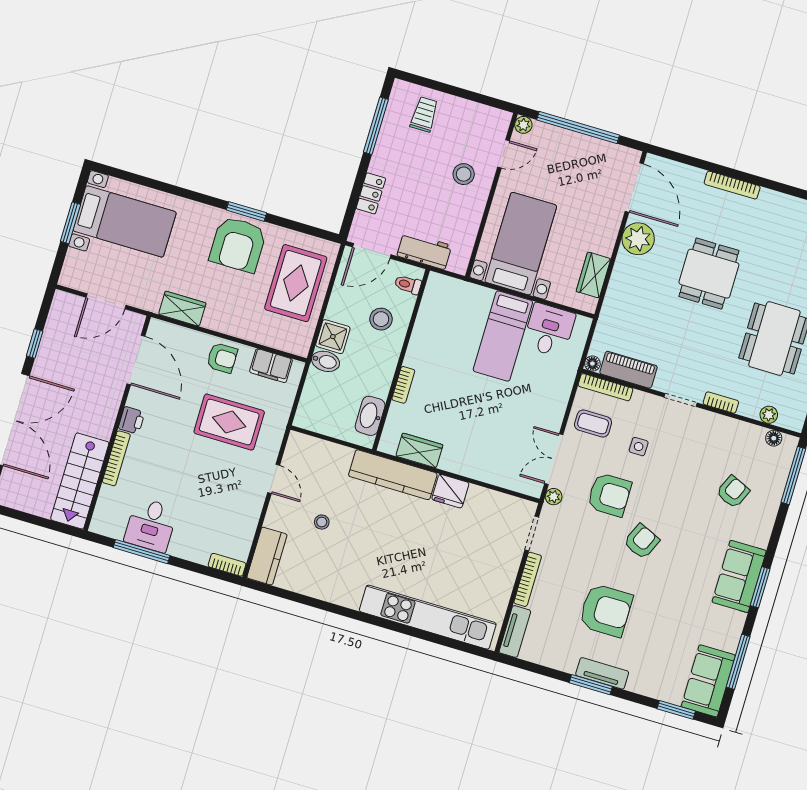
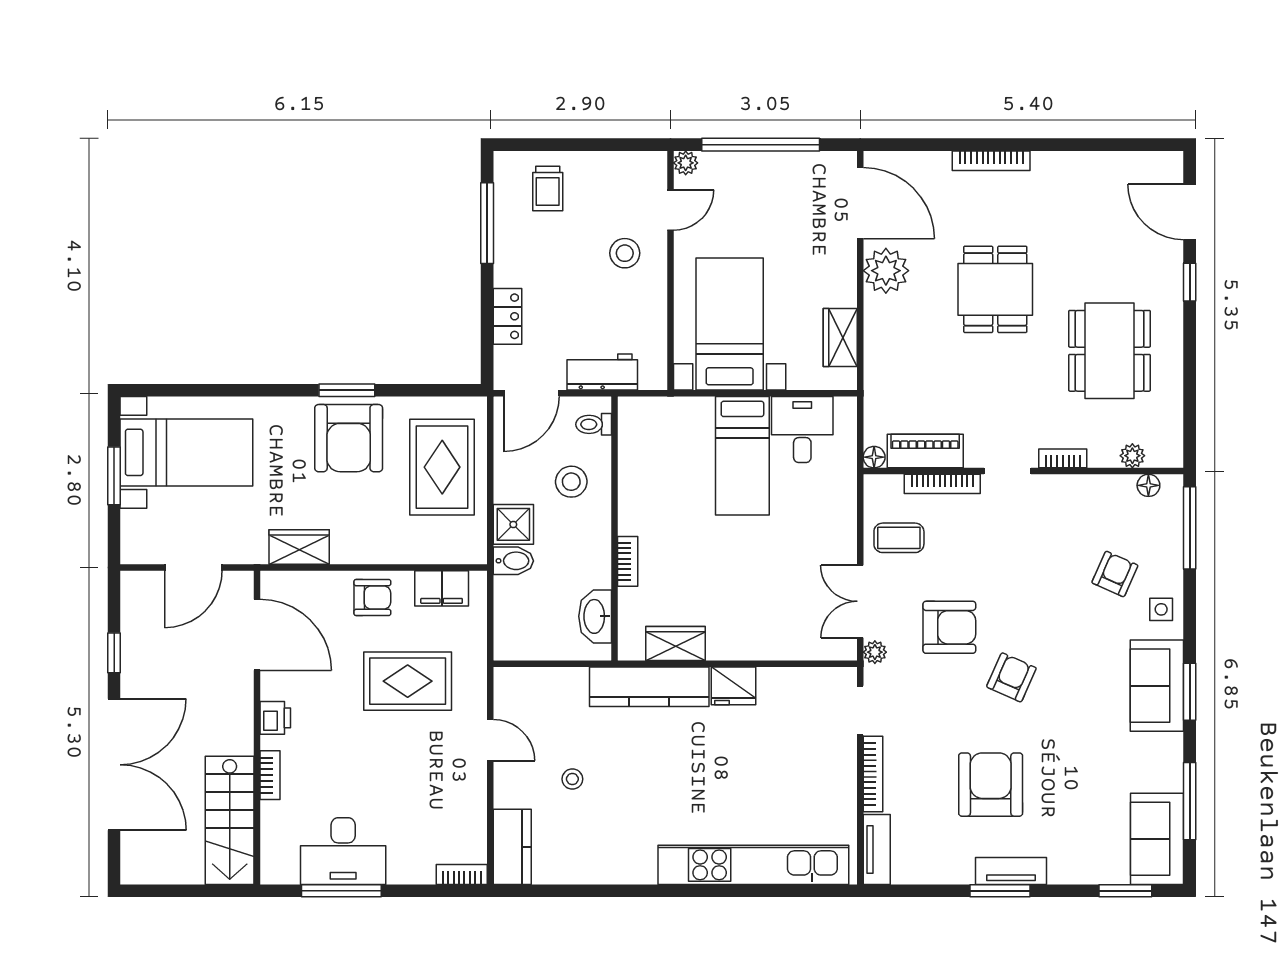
trolley: (424, 114) -> (548, 188), turned 180
bookcase: (605, 387) -> (942, 484), moved
side table: (639, 447) -> (1161, 609), moved
bookcase: (116, 458) -> (270, 775), width x0.64
desk: (151, 525) -> (343, 851), width x1.37
armchair: (606, 610) -> (991, 785), turned -90

